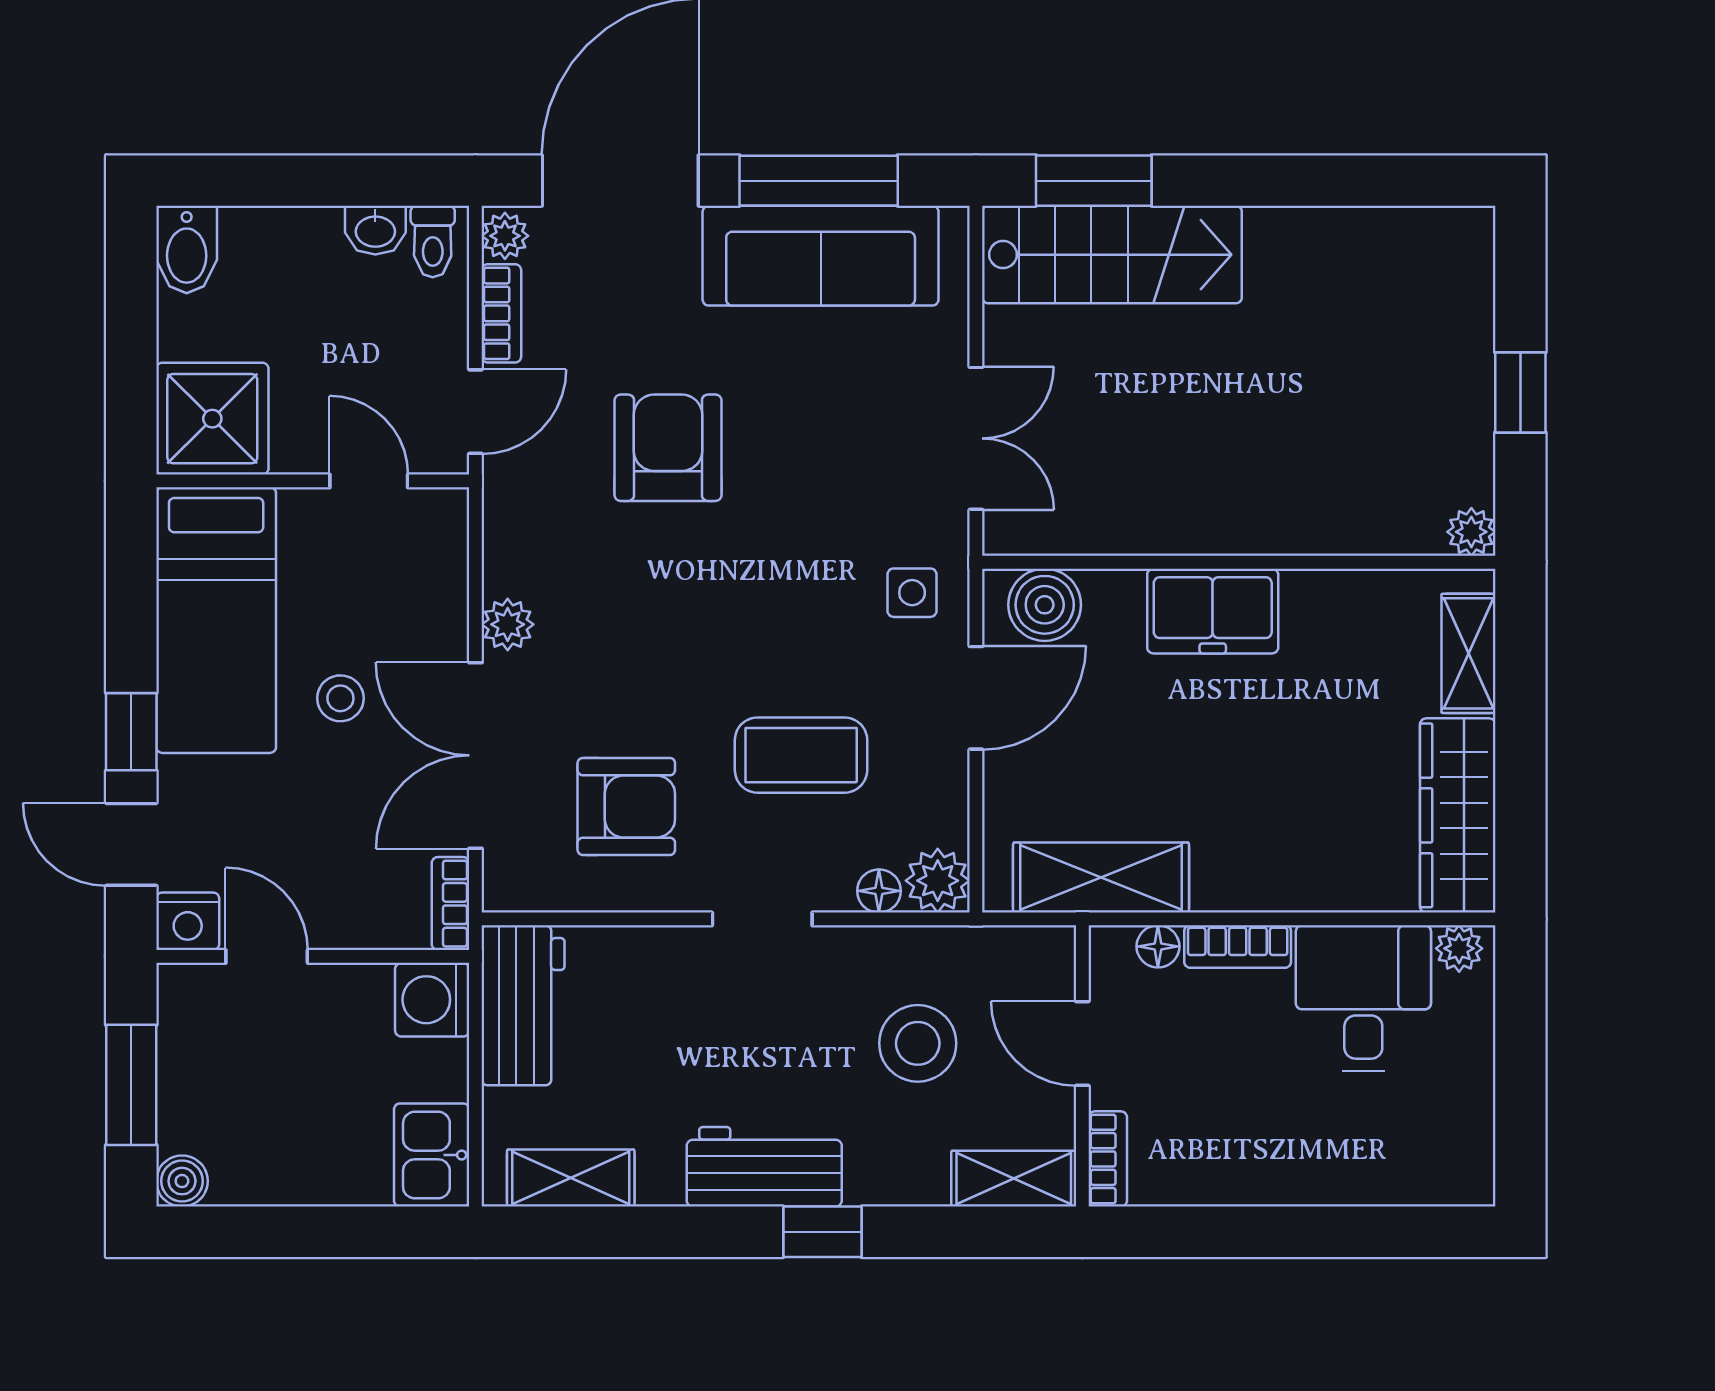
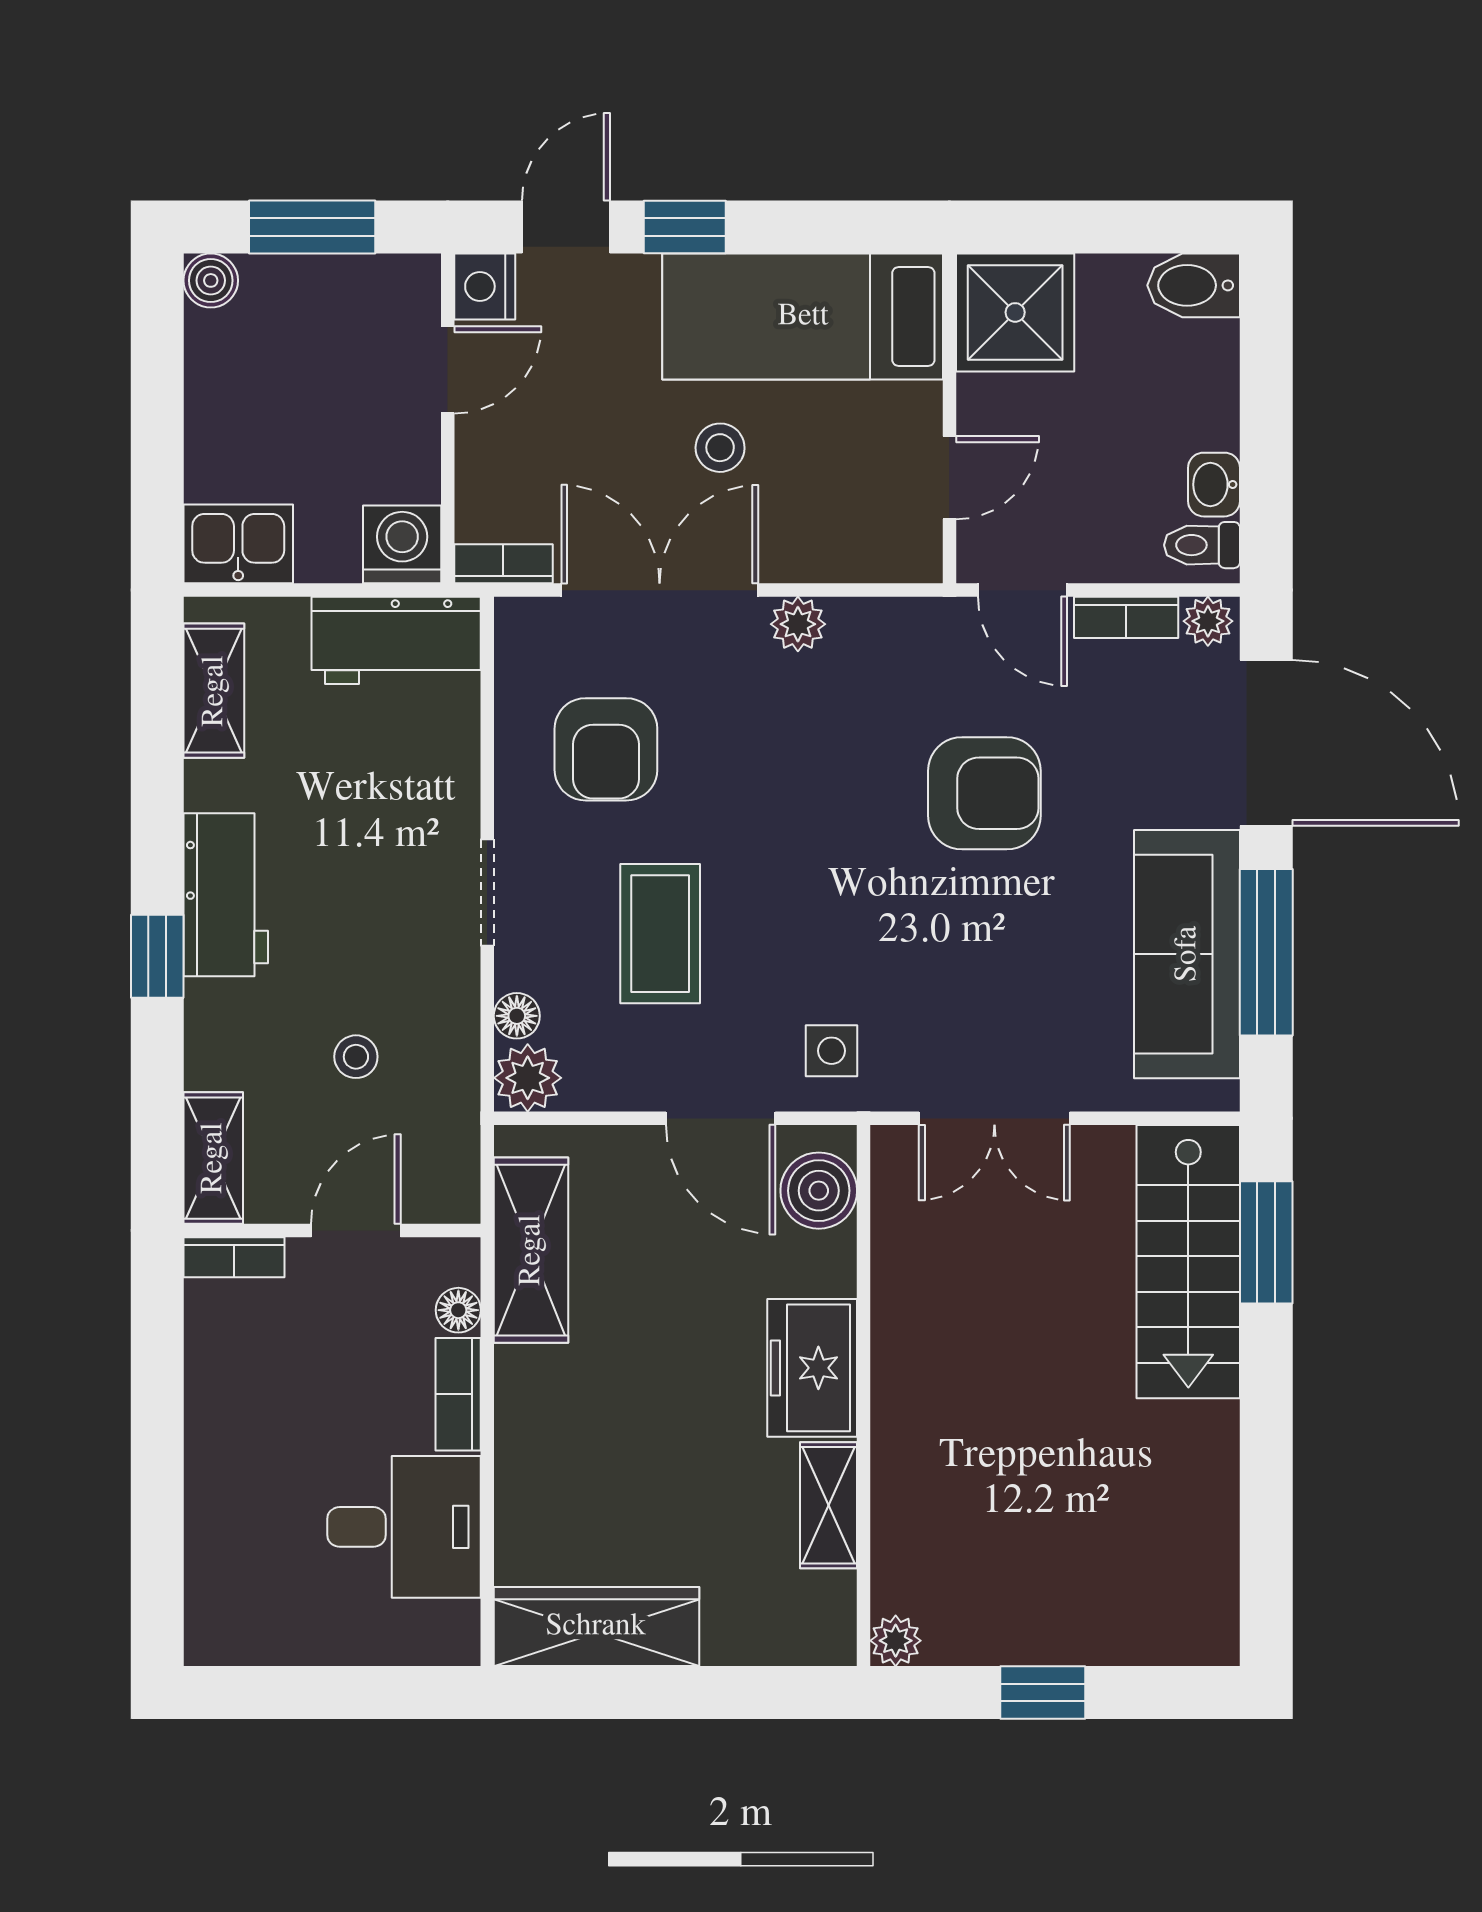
shelving: (1468, 653) -> (829, 1505), moved, turned 90
plant: (1459, 948) -> (456, 1628), removed
stool: (918, 1043) -> (356, 1057), width x0.53, depth x0.53

